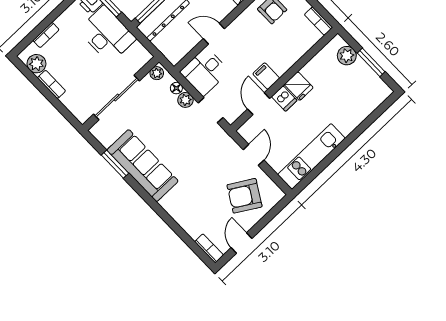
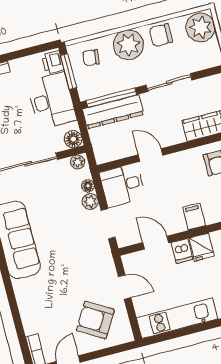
floor lamp: (142, 56) -> (73, 139), added
filing cabinet: (266, 76) -> (194, 217), moved
door: (259, 104) -> (156, 243), hinge flipped
door: (254, 155) -> (125, 287), hinge flipped

